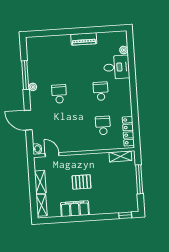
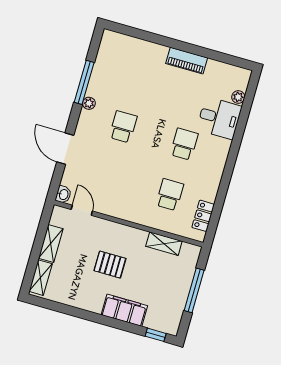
locker: (128, 131) -> (203, 216), width x0.66
shelving: (120, 156) -> (164, 244), moved
filing cabinet: (75, 209) -> (124, 310), moved

